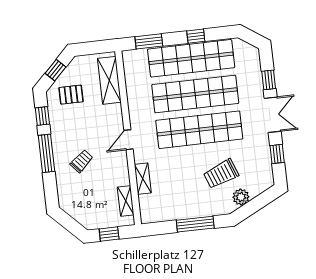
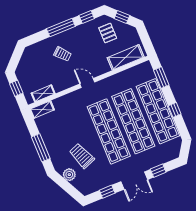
shelving: (143, 179) -> (42, 110), moved

